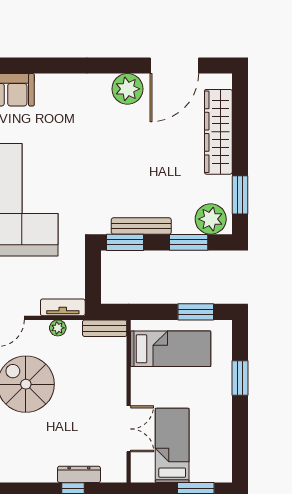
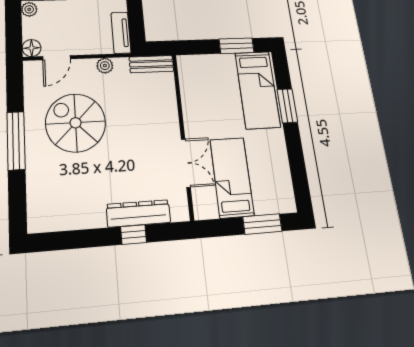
tv unit: (63, 307) -> (121, 33), moved, turned -90
bed: (171, 349) -> (258, 90), moved, turned 90
dresser: (79, 474) -> (138, 213), width x1.37, depth x1.24

